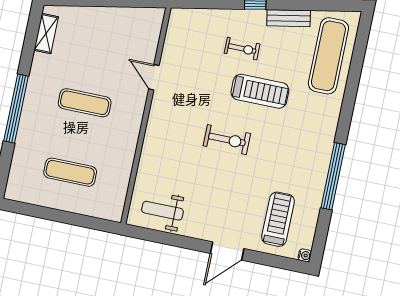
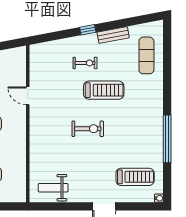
exercise mat: (328, 56) -> (146, 55), width x0.73, depth x0.69
treadmill: (278, 219) -> (135, 177), turned 90

